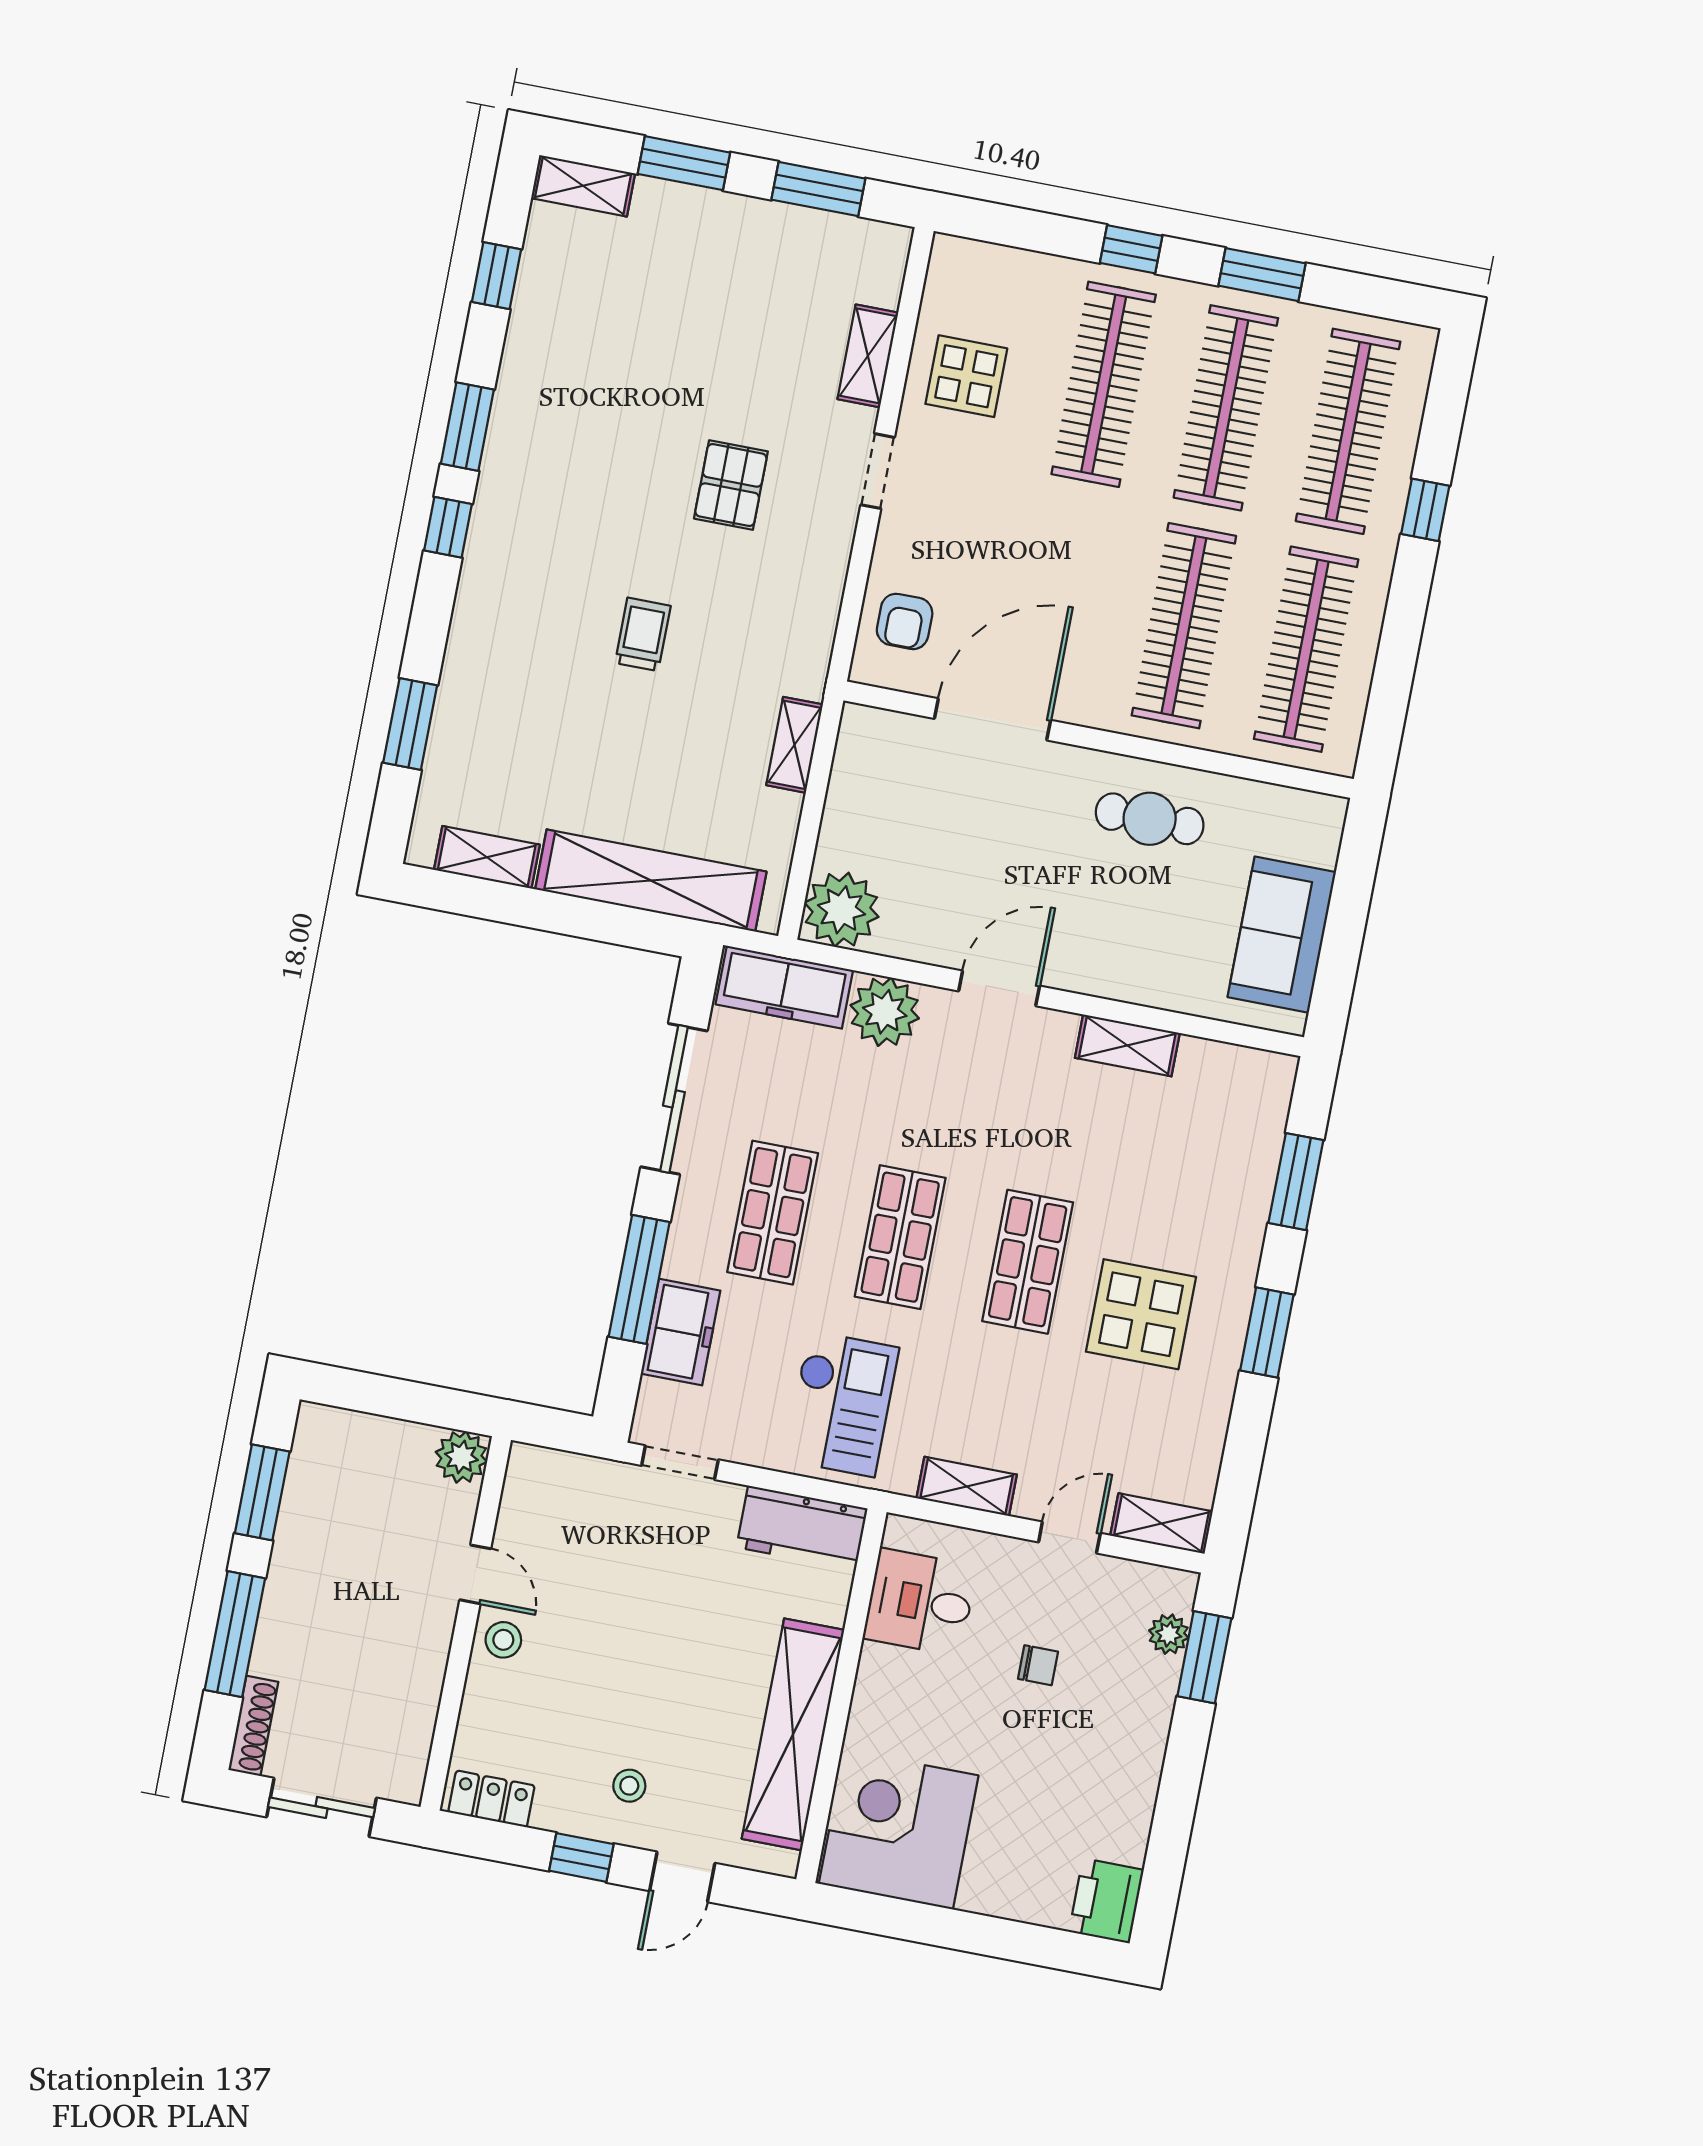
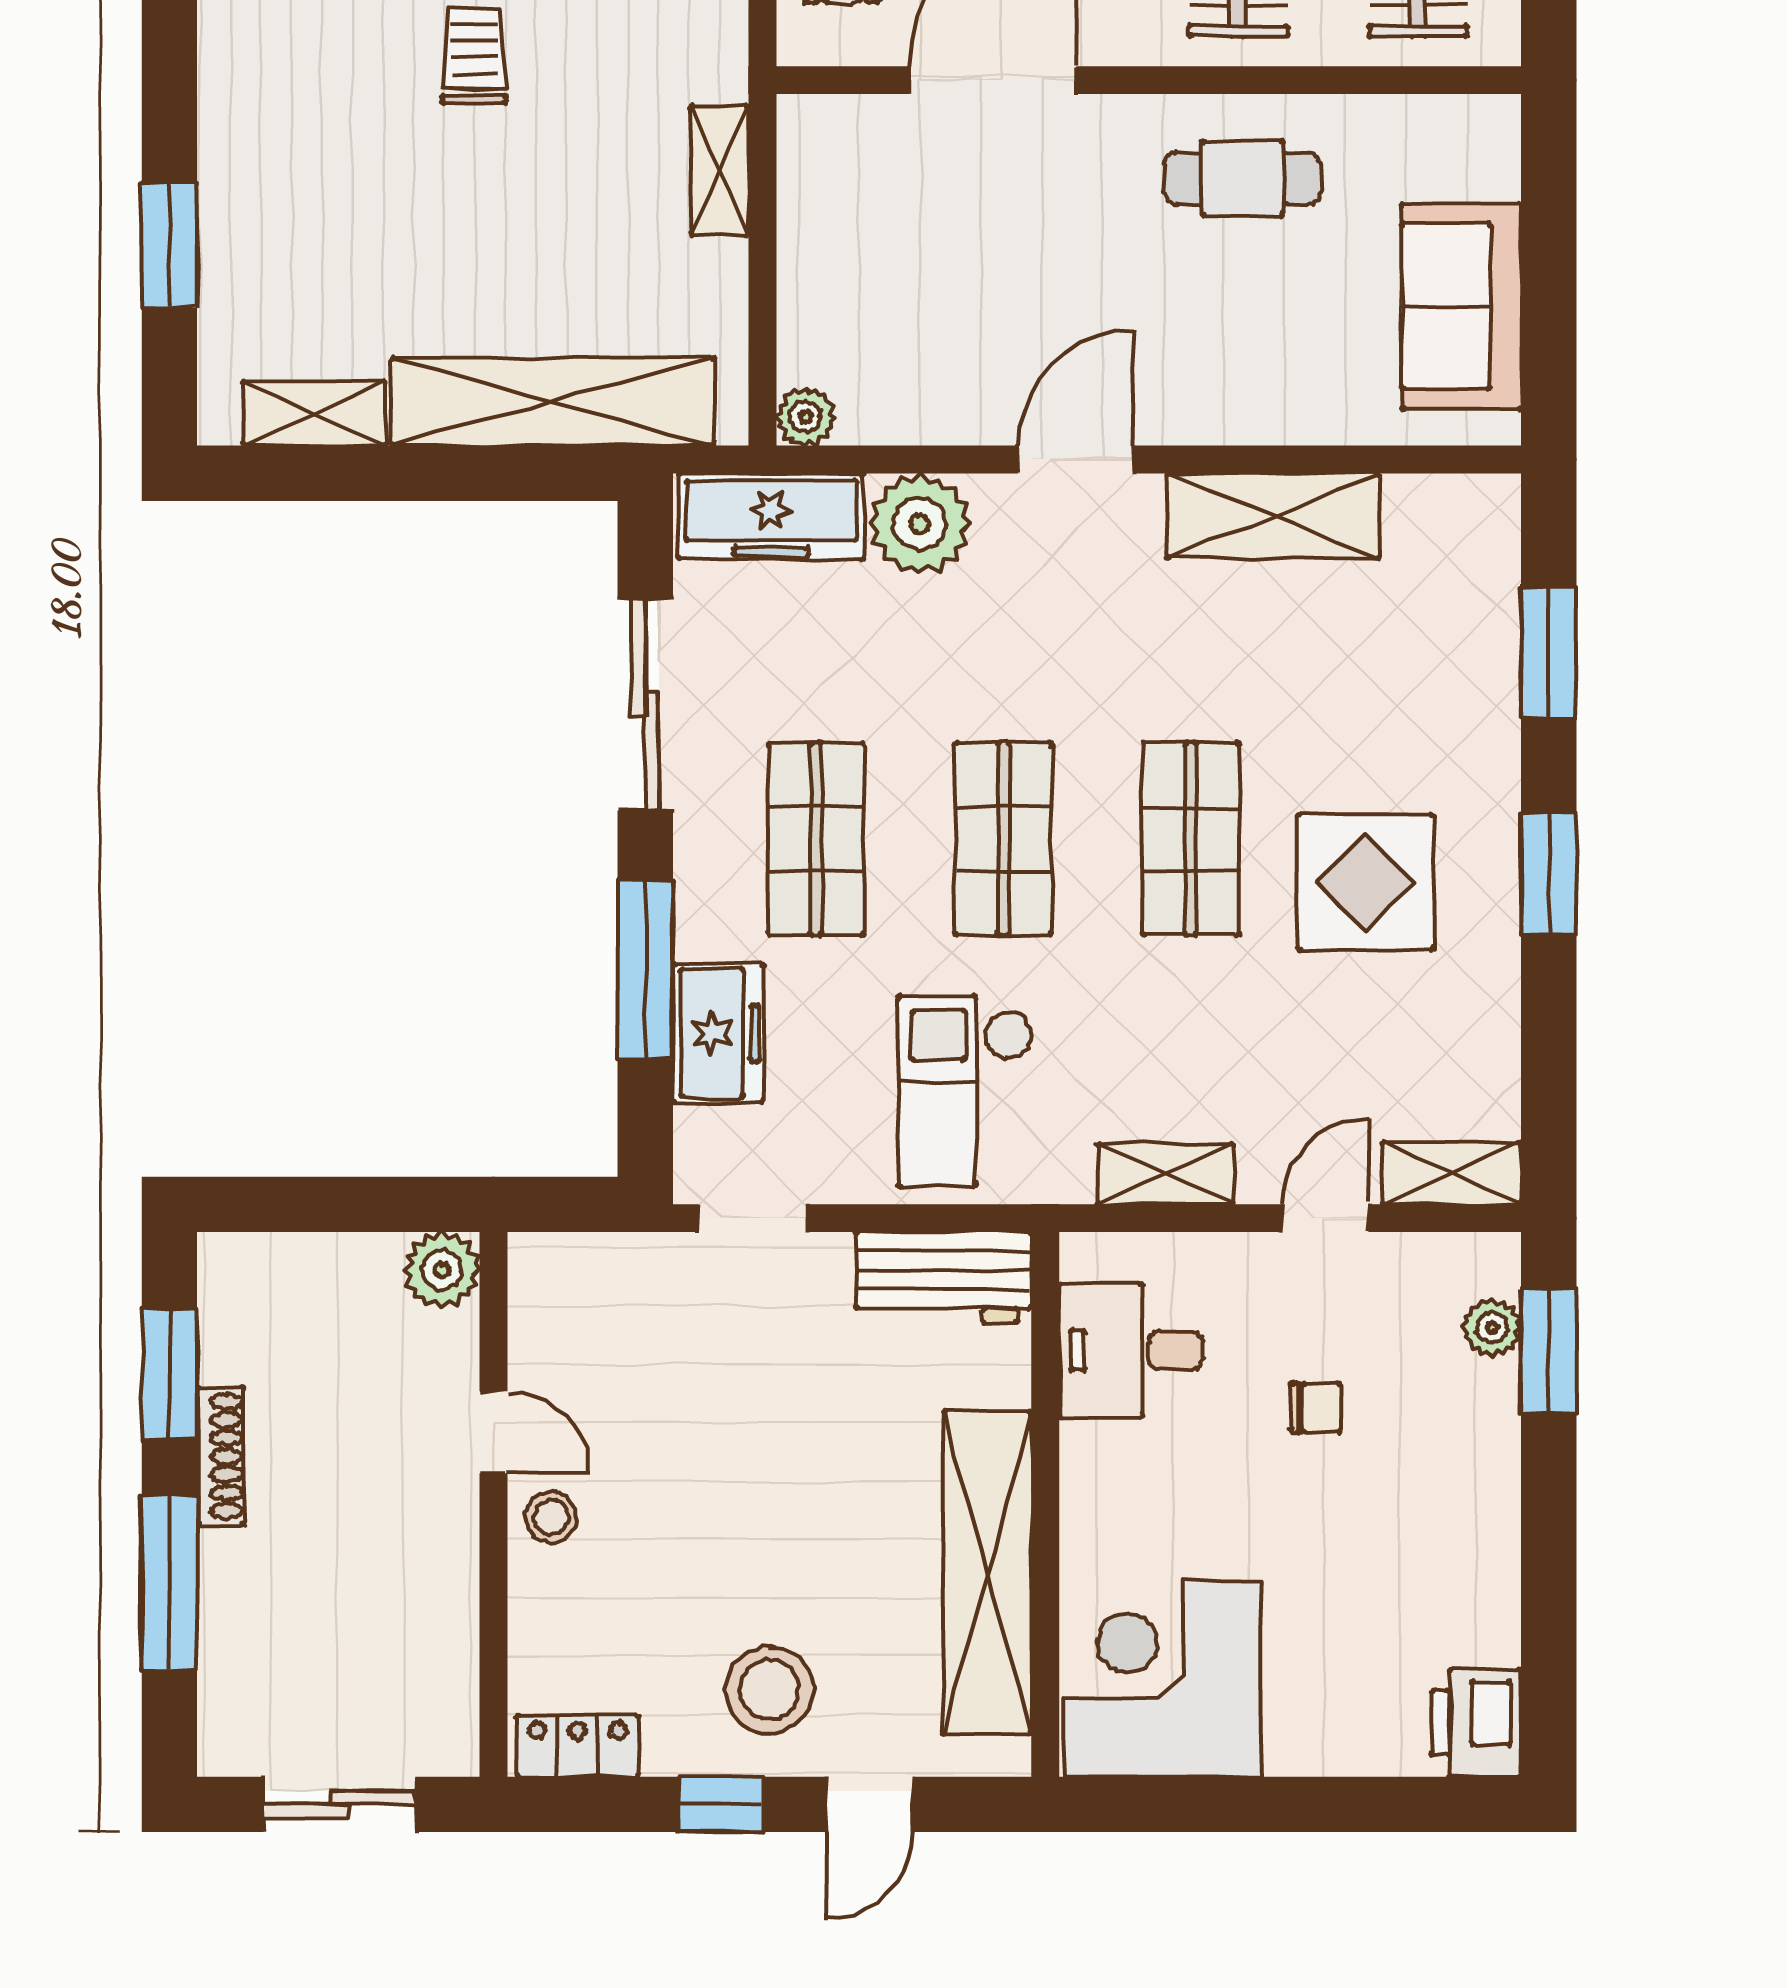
plant: (841, 910) -> (805, 417), width x0.53, depth x0.53
shelving: (1127, 1045) -> (1273, 516), width x1.50, depth x1.33
checkout: (841, 1404) -> (966, 1091), turned 180
shoe rack: (253, 1726) -> (220, 1456), moved
stool: (629, 1786) -> (769, 1690), width x1.89, depth x1.89

